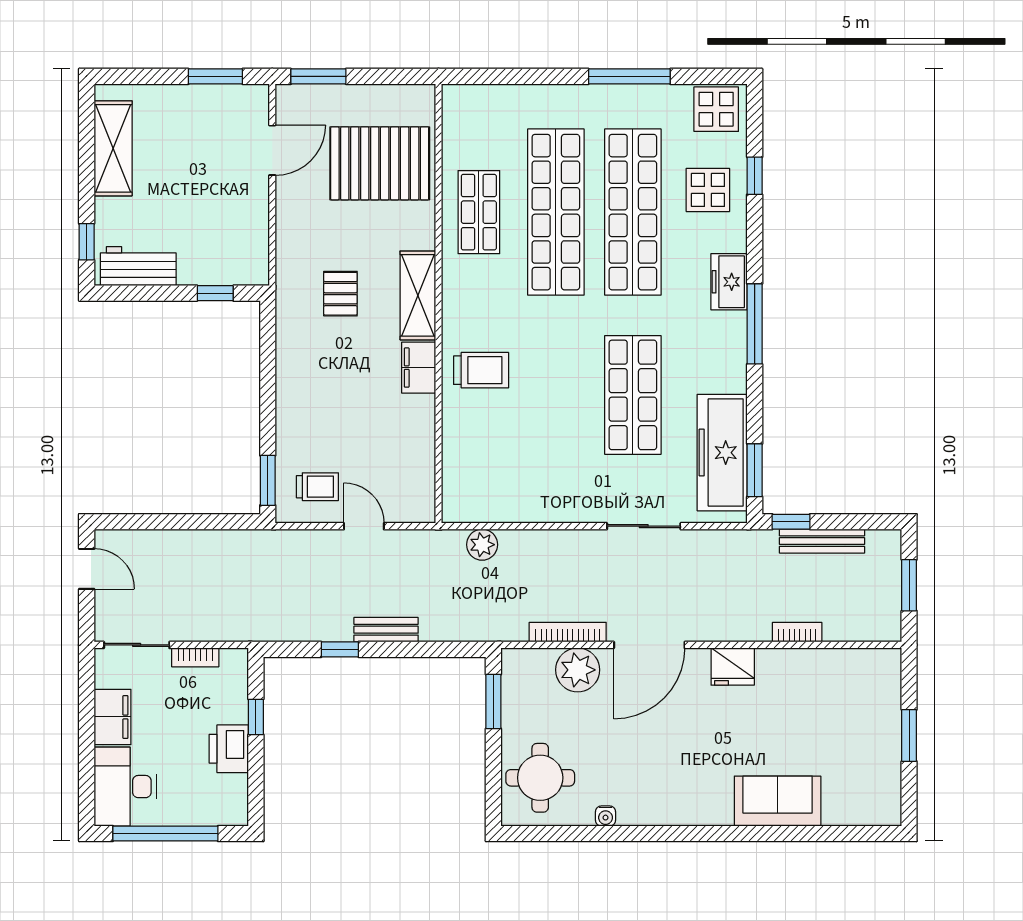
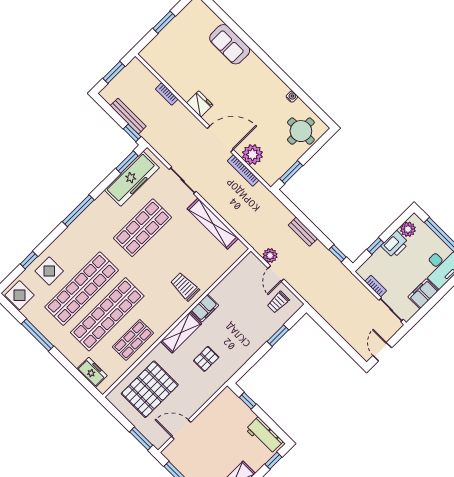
pallet: (380, 163) -> (150, 389), turned 90
freezer: (729, 282) -> (92, 372), moved, turned -90
window: (268, 480) -> (278, 336), moved
trolley: (317, 487) -> (278, 302), turned -90
shelving: (534, 507) -> (213, 224), added
plant: (482, 545) -> (270, 256), moved
window: (340, 649) -> (338, 253), moved
plant: (232, 791) -> (408, 229), added

